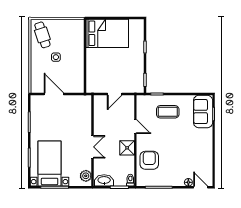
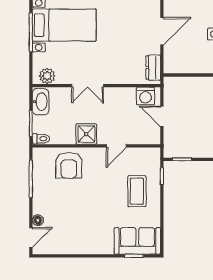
dresser: (80, 100) -> (153, 68), added
washing machine: (100, 106) -> (146, 96), added
armchair: (149, 160) -> (69, 165), turned 90

